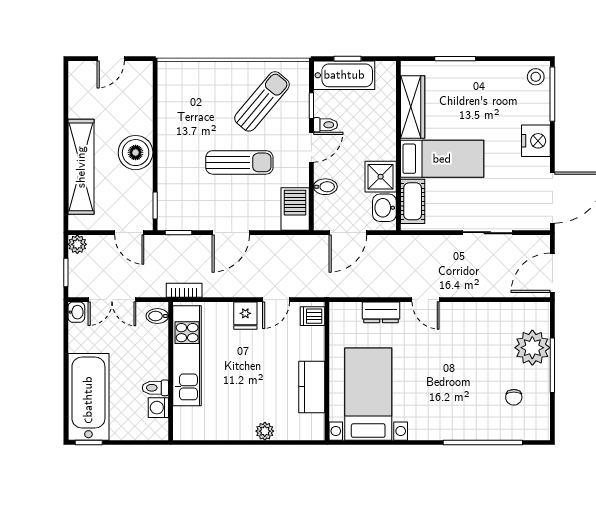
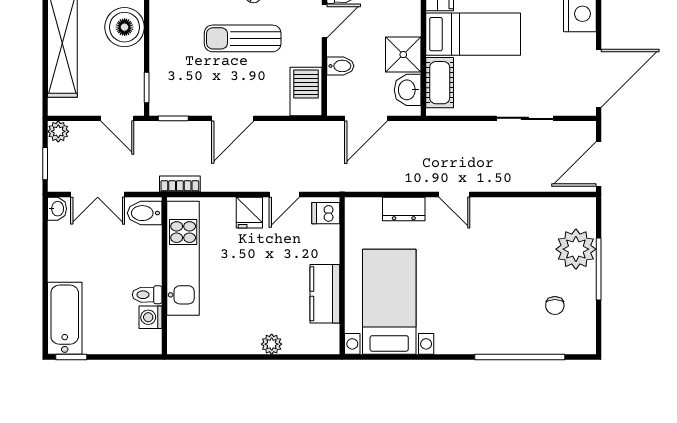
sun lounger: (239, 162) -> (243, 38), turned 180
bidet: (157, 316) -> (145, 213), width x1.38, depth x1.36
bathtub: (88, 397) -> (65, 318), width x0.73, depth x0.73

